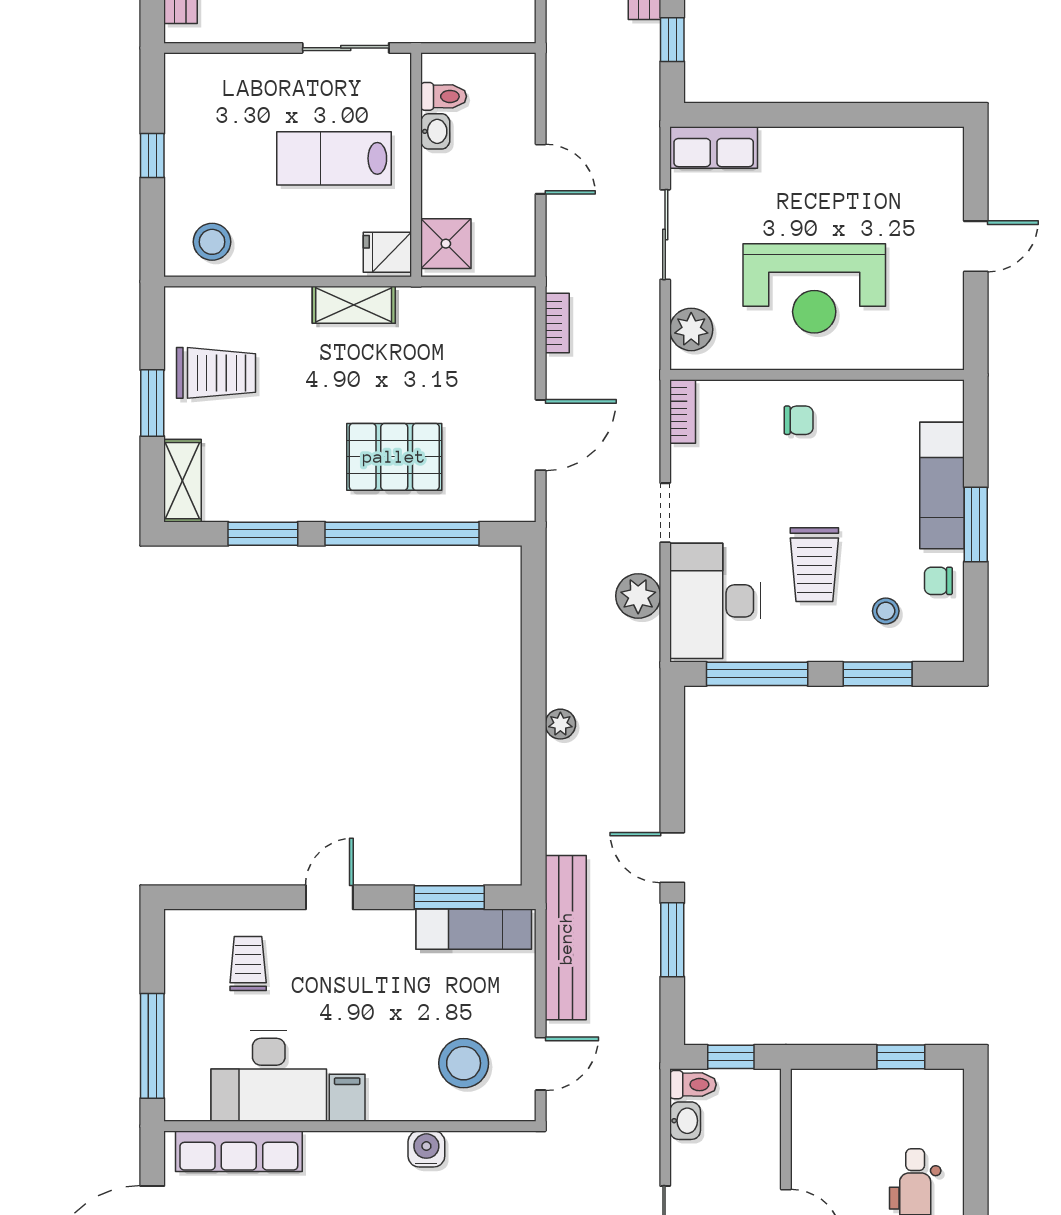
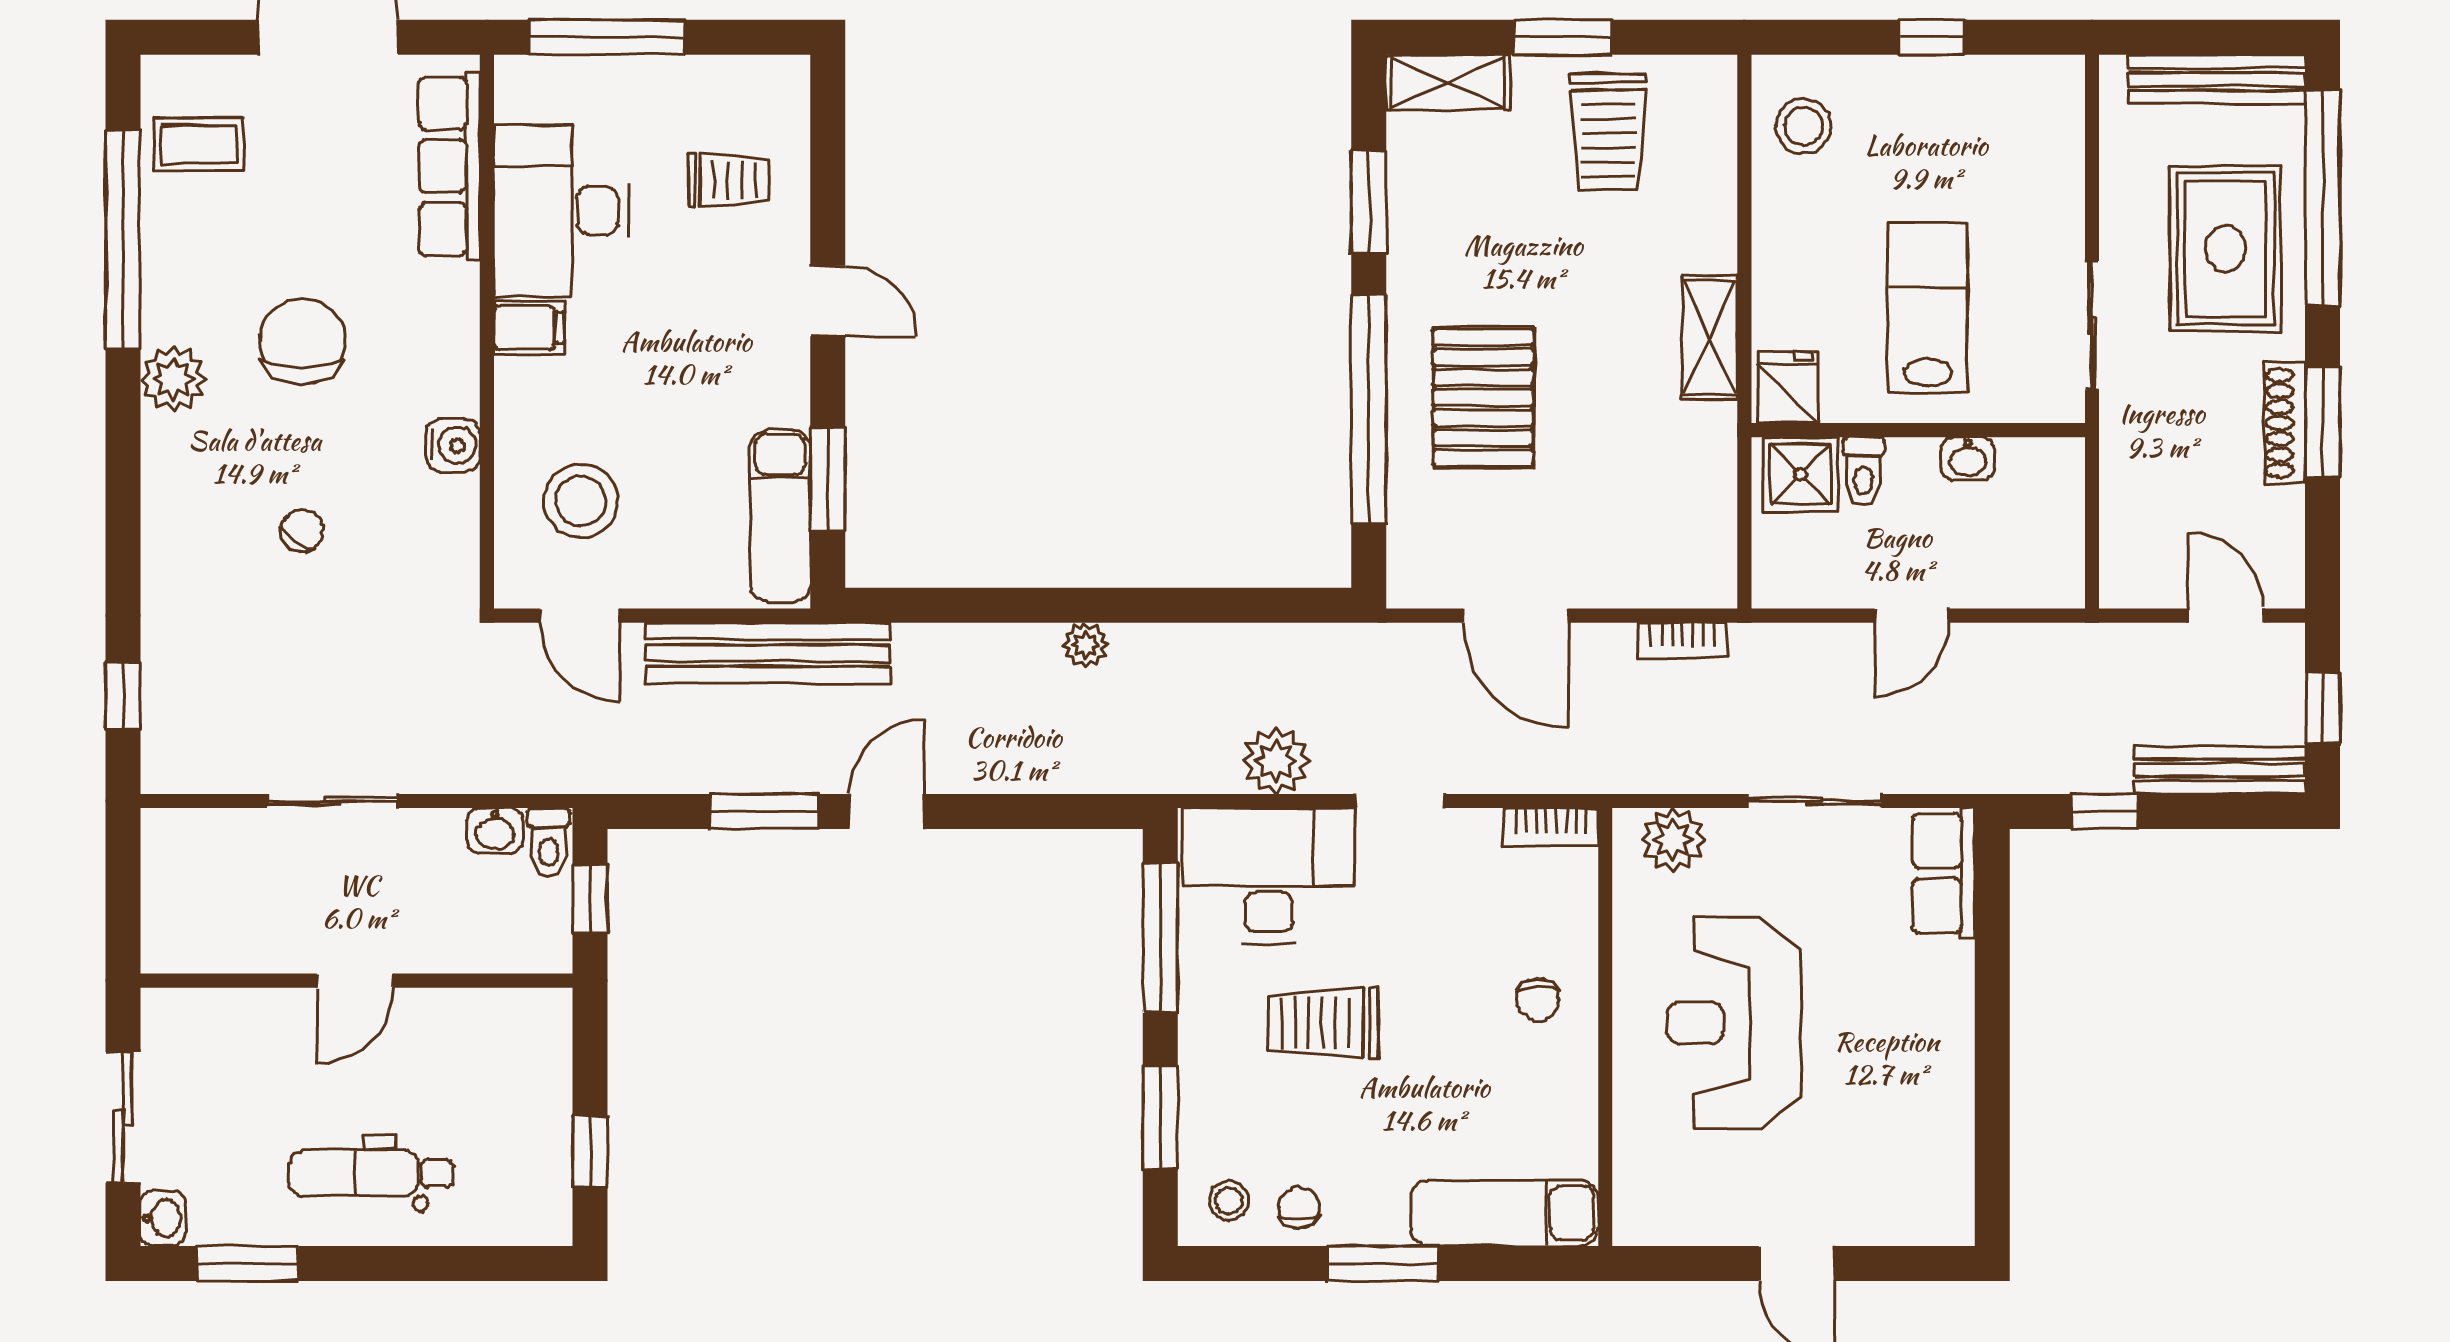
toilet: (444, 96) -> (1863, 471), moved
exam couch: (942, 486) -> (1504, 1213), moved
stool: (886, 611) -> (1229, 1201), moved

